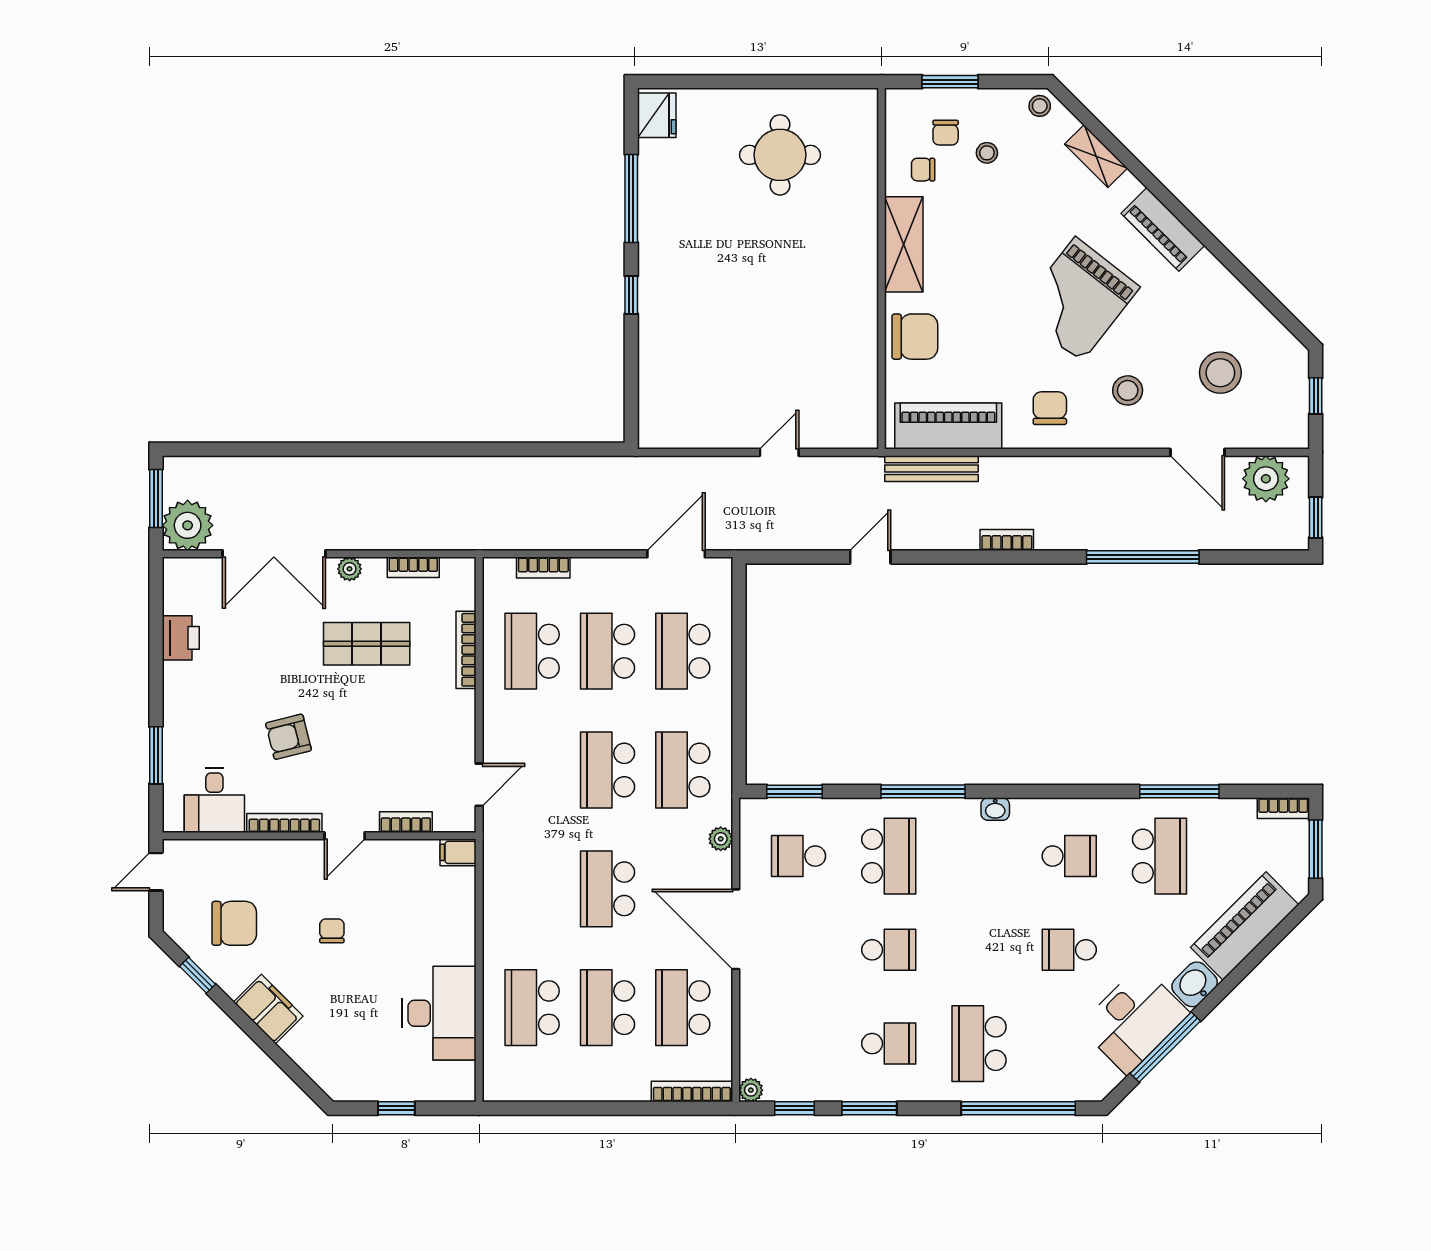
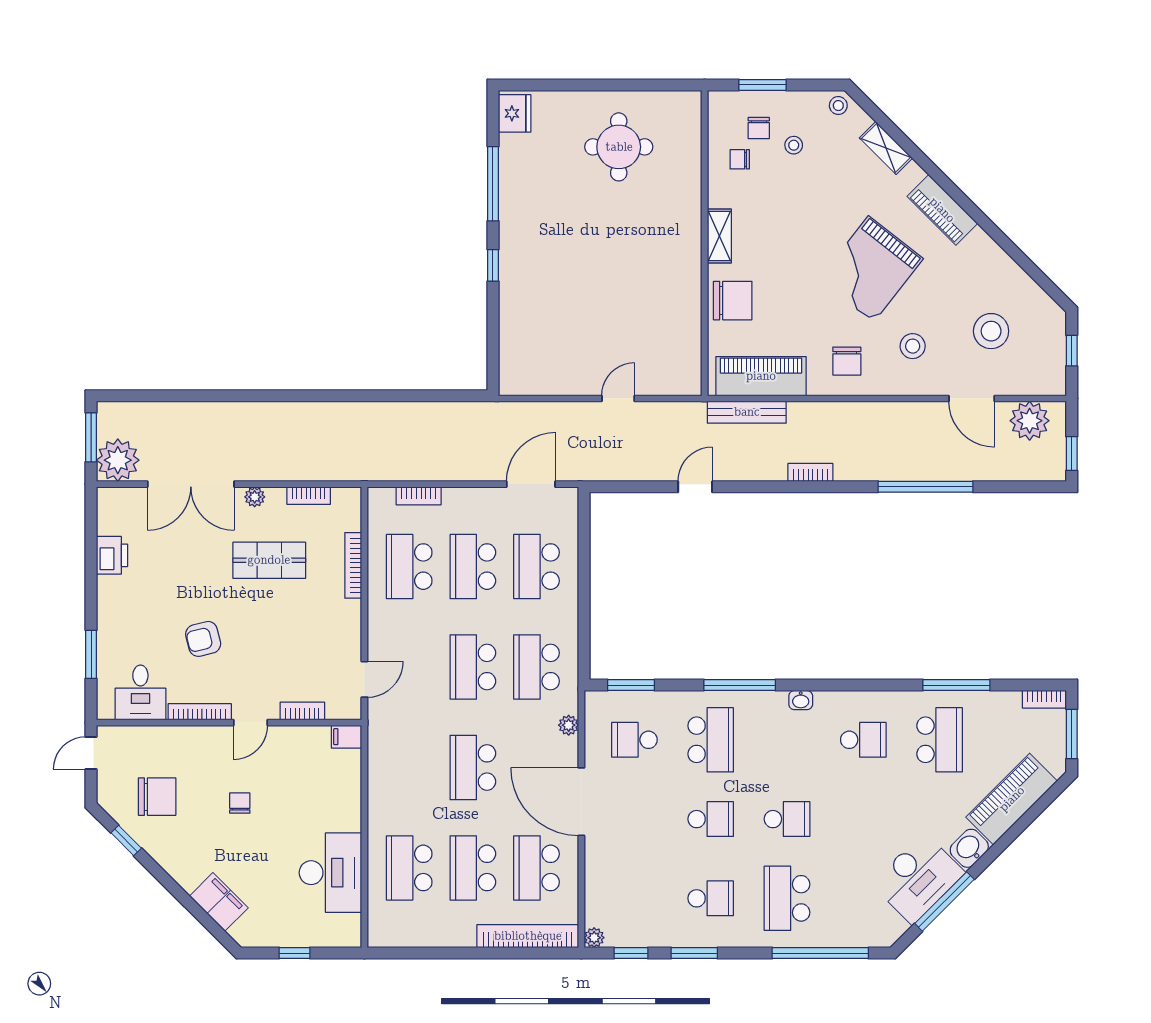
shelving: (904, 244) -> (719, 236), width x0.67, depth x0.75
chair: (1050, 408) -> (847, 361), turned 180
school desk: (1069, 950) -> (787, 819), moved, turned 180
filing cabinet: (268, 1009) -> (219, 902), moved
bookcase: (692, 1092) -> (528, 936), width x1.48, depth x1.31

